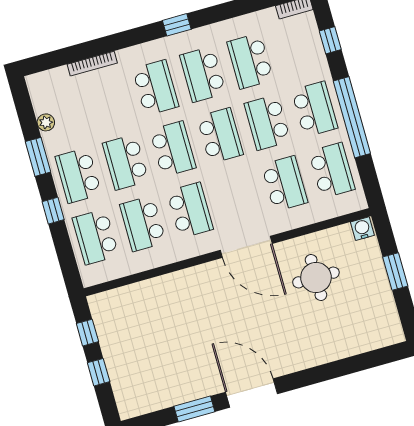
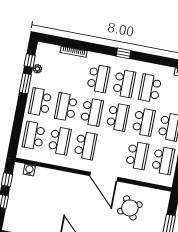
school desk: (203, 74) -> (124, 83), turned 180
school desk: (267, 122) -> (144, 122), turned 180
window: (53, 211) -> (30, 61), moved
school desk: (143, 224) -> (60, 141), turned 180
water cooler: (362, 229) -> (29, 170), moved
round table: (316, 278) -> (130, 208), turned -30

